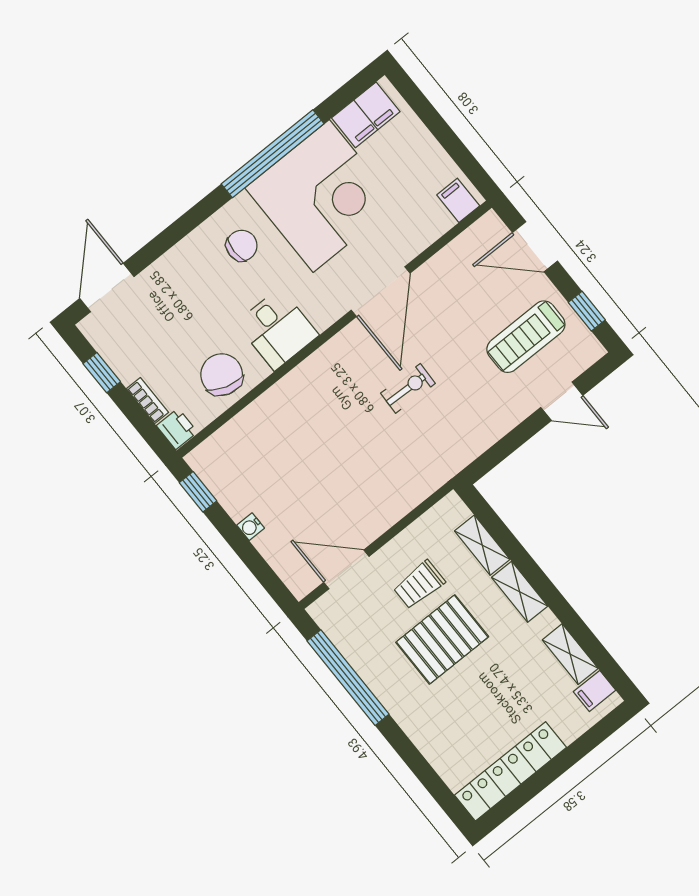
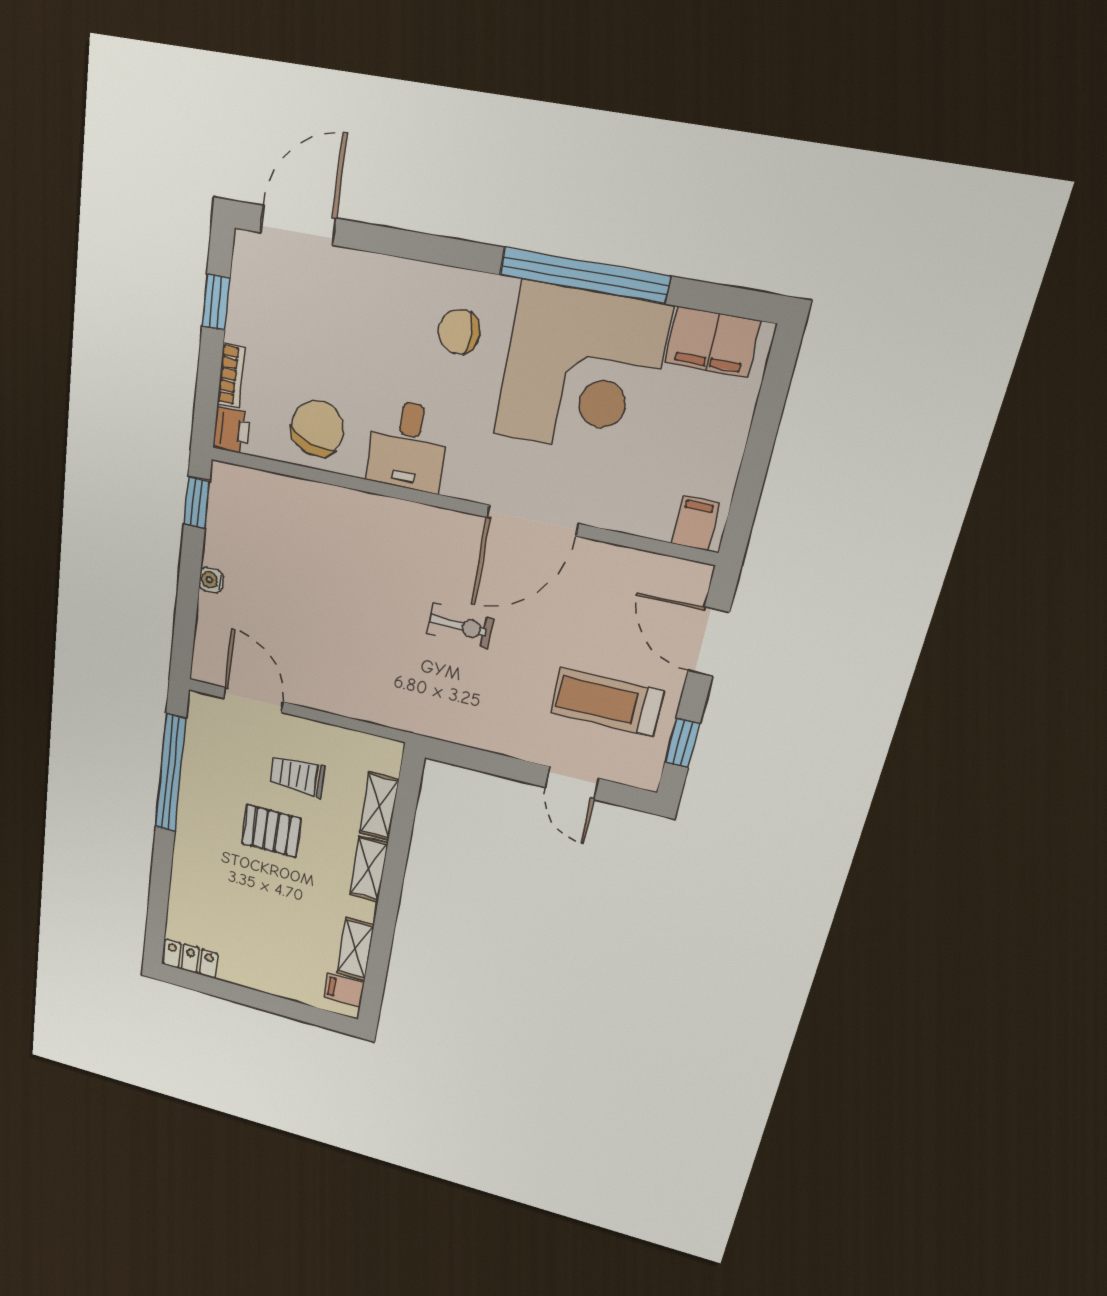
chair: (242, 246) -> (459, 332), turned 180
pallet: (442, 639) -> (271, 831), width x0.67, depth x0.71
locker: (510, 771) -> (190, 959), width x0.46, depth x0.83

